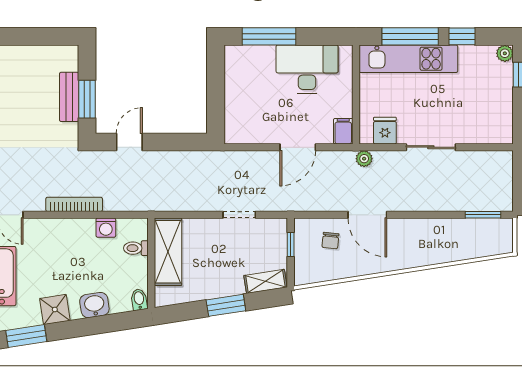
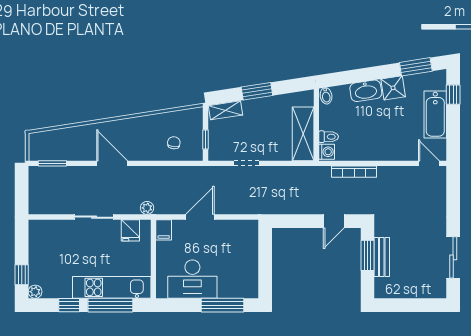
bookcase: (74, 204) -> (354, 172), moved
door: (367, 215) -> (112, 163), moved
washing machine: (106, 228) -> (327, 152), moved, turned 90
washbasin: (94, 305) -> (366, 91), width x1.38

